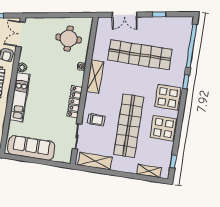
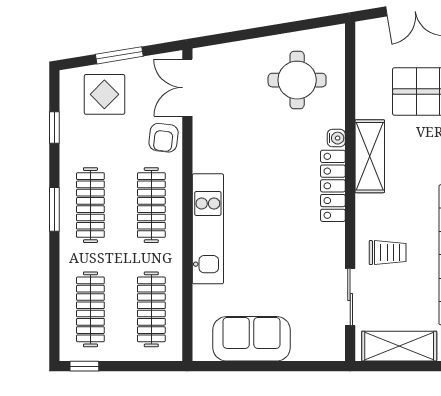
plant: (22, 67) -> (203, 161), removed
locker: (75, 102) -> (333, 186), moved
sofa: (31, 148) -> (252, 339), width x0.73

